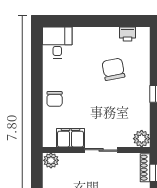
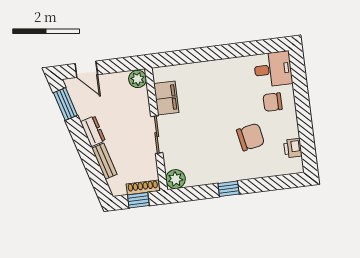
chair: (55, 99) -> (273, 102), moved

